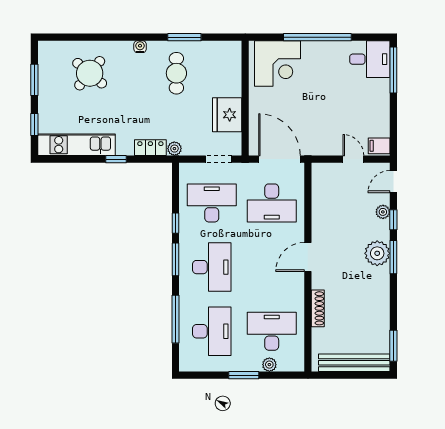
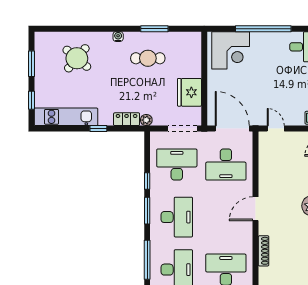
cafe table: (176, 73) -> (148, 58), turned 90
doorway: (219, 159) -> (182, 129), width x1.38
door: (353, 159) -> (276, 129), moved

